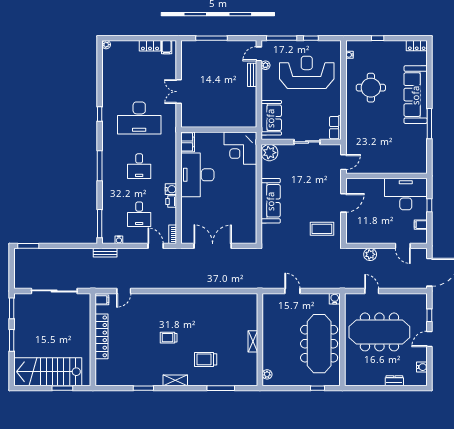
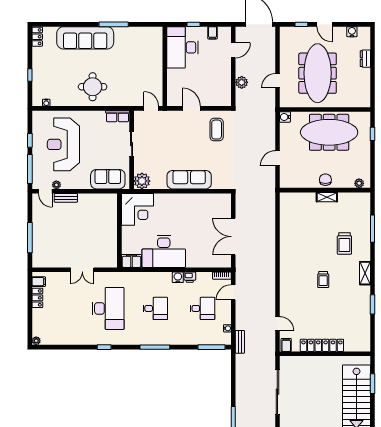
round table: (371, 88) -> (93, 87), moved
chair: (271, 340) -> (325, 180), added

